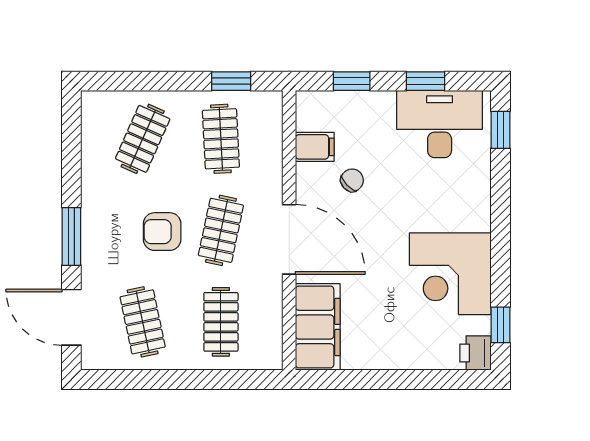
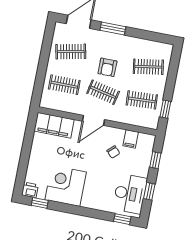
clothes rail: (143, 139) -> (148, 67), turned -33
armchair: (162, 232) -> (107, 67), turned 180
door: (289, 239) -> (94, 120), width x0.73

